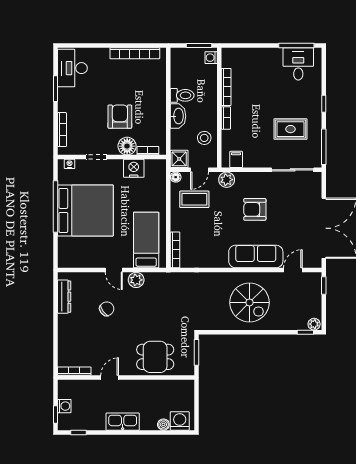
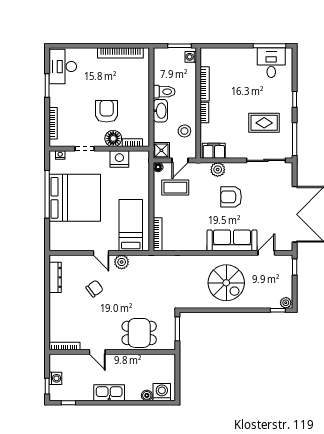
filing cabinet: (236, 159) -> (214, 151), width x2.00
plant: (227, 180) -> (218, 170), moved
door: (110, 377) -> (97, 352), swing flipped

